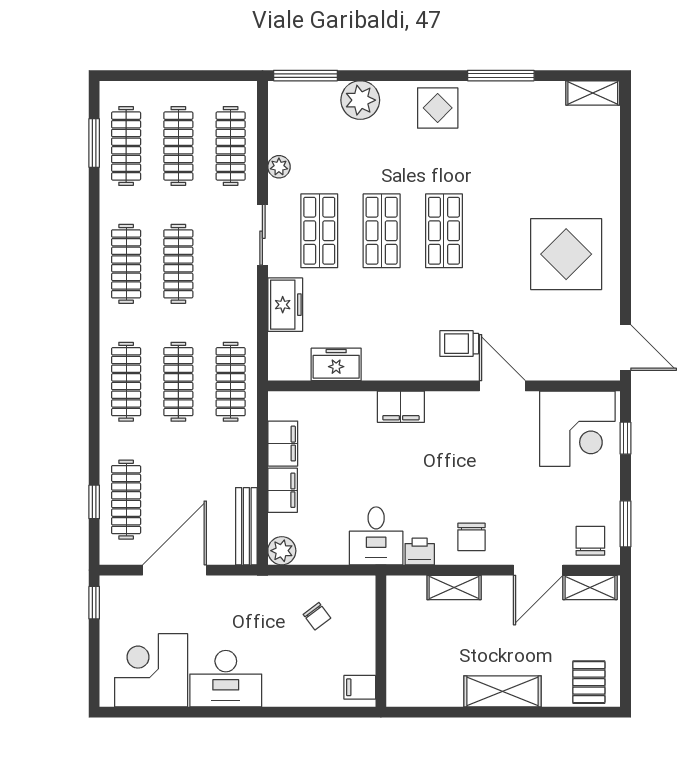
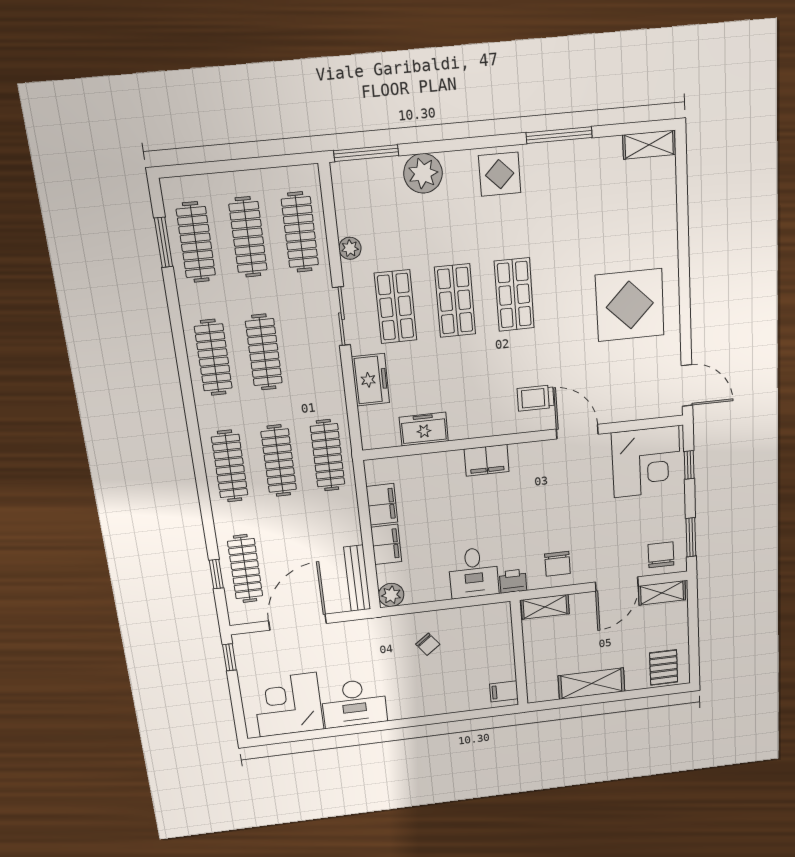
wall: (381, 641) -> (519, 653), moved
filing cabinet: (360, 687) -> (504, 691), moved

